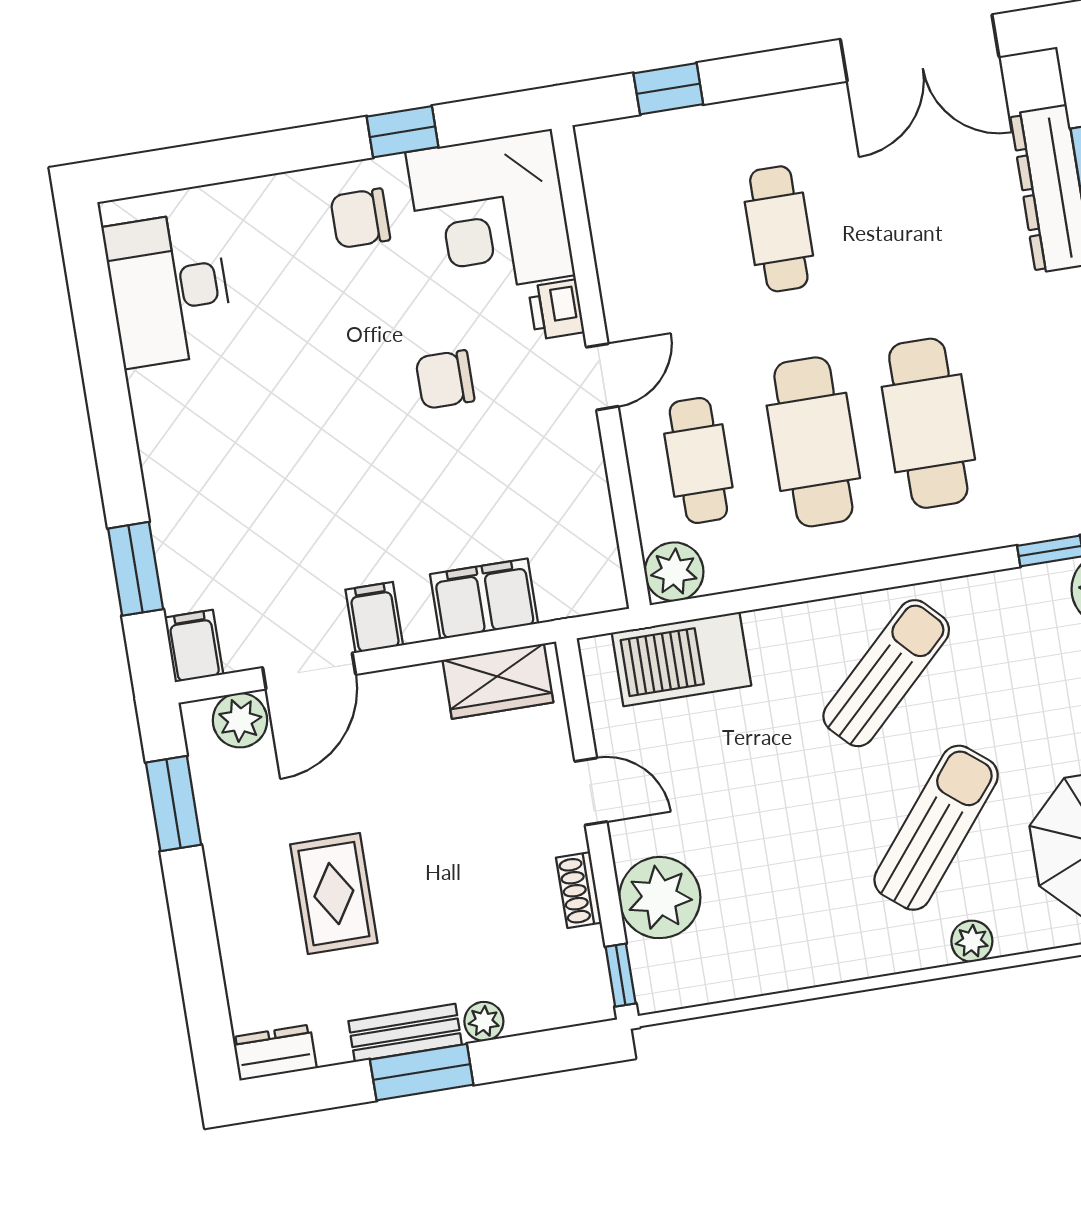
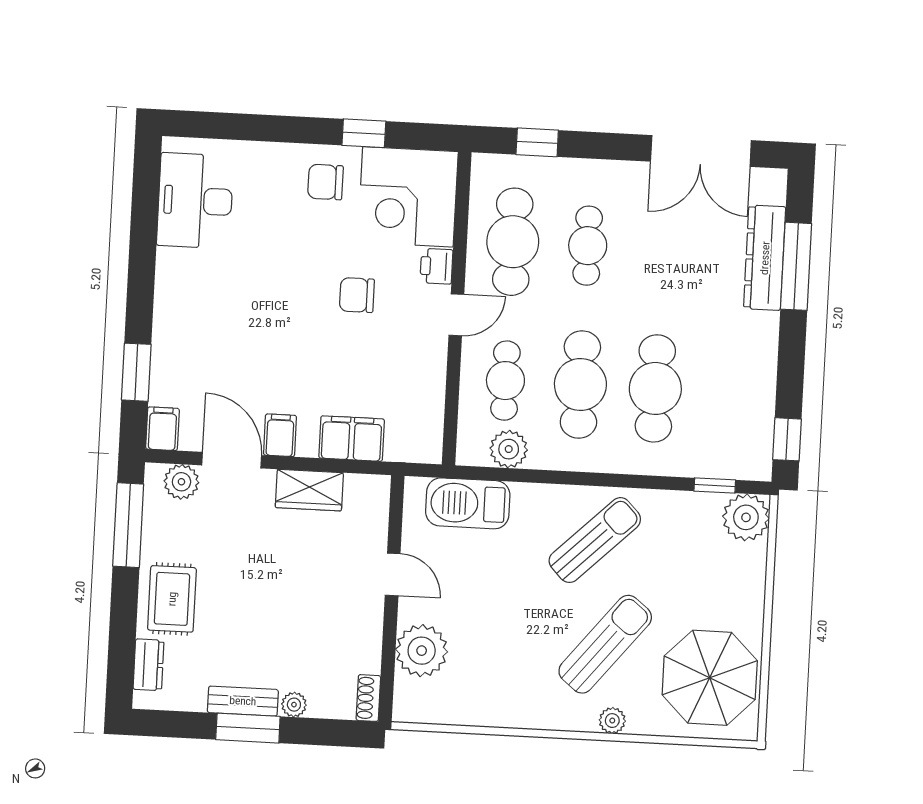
cafe table: (664, 247) -> (513, 242), added
plant: (674, 572) -> (509, 449), moved
door: (309, 671) -> (232, 460), swing flipped
wardrobe: (498, 681) -> (309, 490), moved
window: (174, 804) -> (128, 525), width x1.44
shoe rack: (579, 890) -> (368, 698), moved
rug: (334, 894) -> (172, 599), moved
window: (621, 975) -> (386, 694), removed
dresser: (275, 1053) -> (149, 665), moved, turned 90

